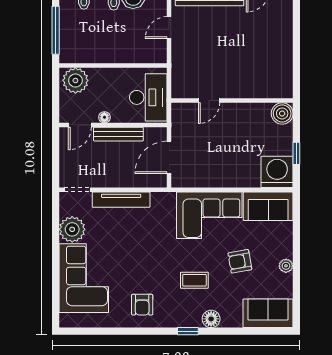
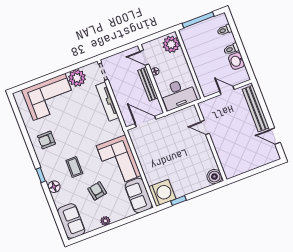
door: (209, 101) -> (205, 128), moved
wall: (232, 101) -> (211, 142), moved
boiler: (282, 113) -> (214, 177), moved

